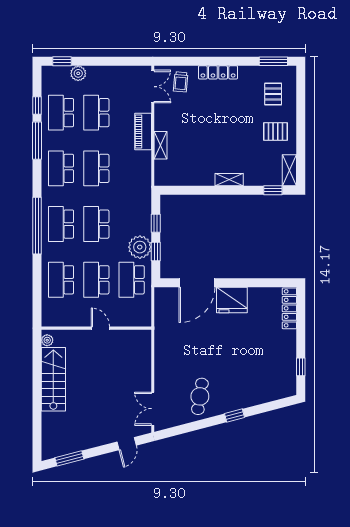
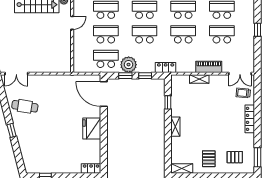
window: (62, 61) -> (257, 30), moved
plant: (78, 73) -> (249, 22), removed
window: (273, 190) -> (168, 102), moved
locker: (144, 194) -> (166, 67), added
door: (197, 283) -> (104, 94), moved
locker: (289, 308) -> (91, 168), width x0.66
door: (100, 328) -> (72, 23), moved
double door: (153, 409) -> (16, 74), swing flipped

